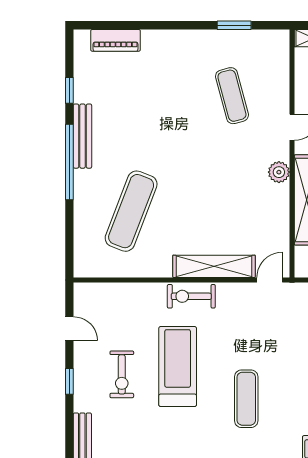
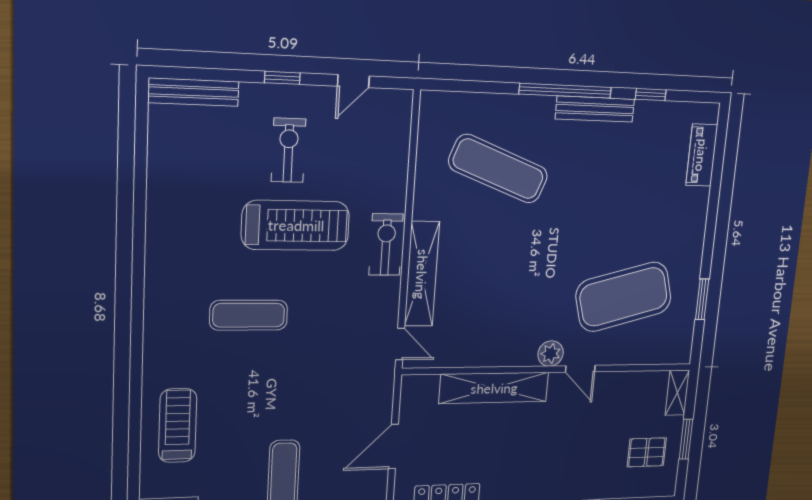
exercise mat: (232, 96) -> (624, 297), width x2.00, depth x1.45
plant: (279, 172) -> (551, 354), moved
exercise bike: (122, 374) -> (288, 150), turned 90

